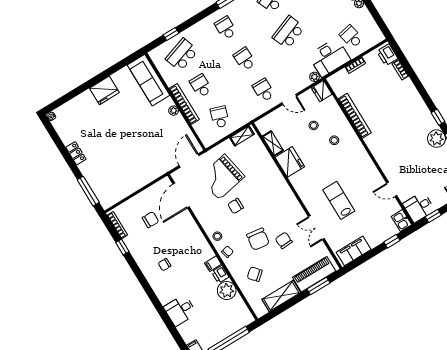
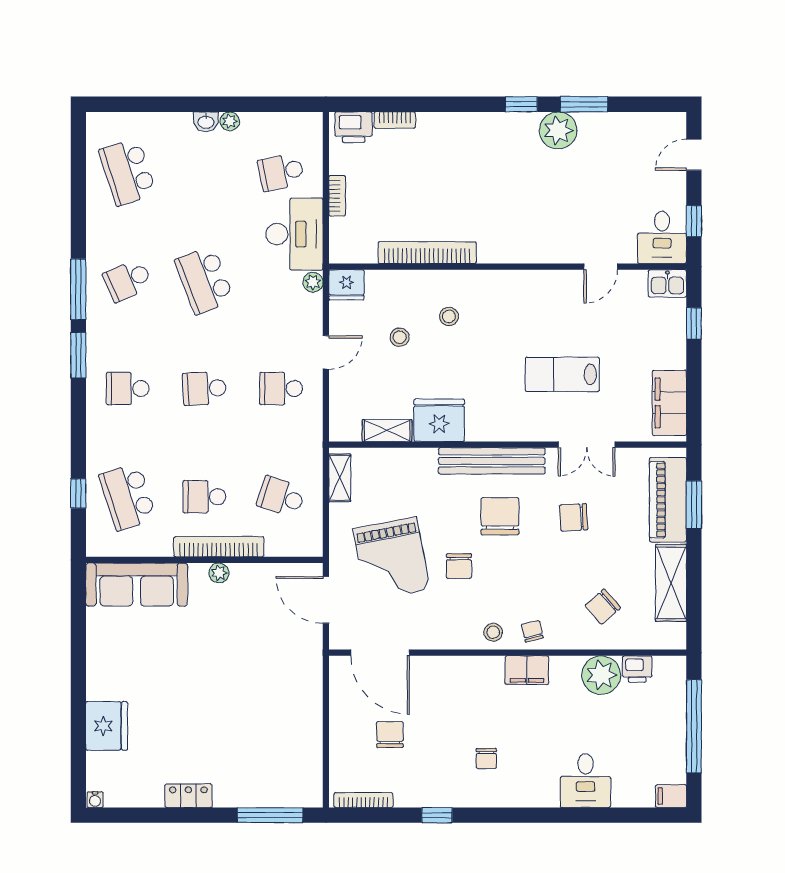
fridge: (104, 90) -> (107, 726), moved
bench: (286, 193) -> (492, 461), added
chair: (258, 239) -> (500, 516), moved, turned -98
window: (122, 247) -> (437, 815), moved
filing cabinet: (213, 264) -> (527, 670), width x2.00
printer: (220, 274) -> (637, 669), moved

